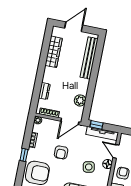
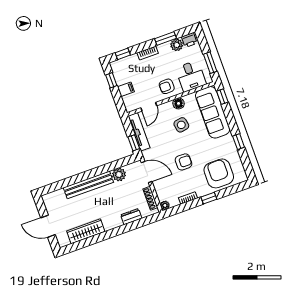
bench: (89, 58) -> (88, 185), moved
floor lamp: (107, 164) -> (179, 103), moved

